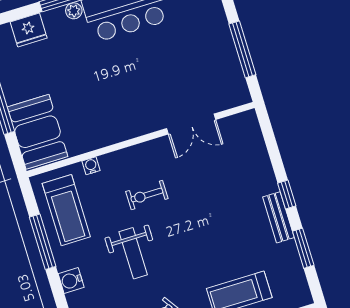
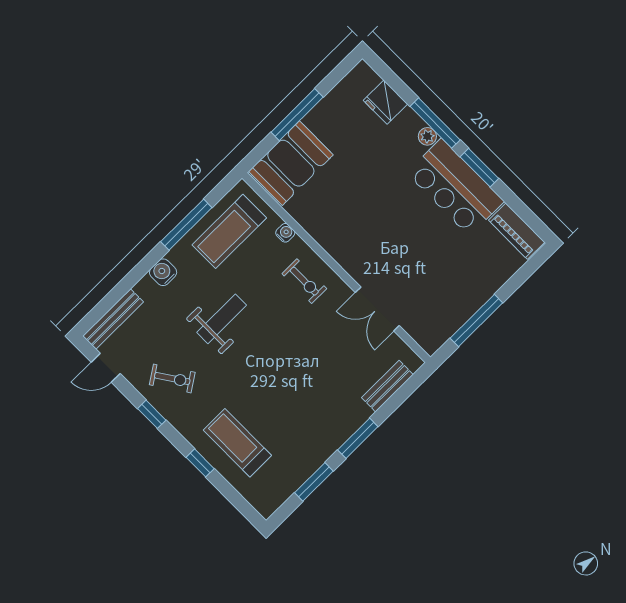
exercise bike: (147, 195) -> (304, 281), moved, turned 180
window: (287, 195) -> (358, 438), width x1.50
bench: (278, 217) -> (387, 386), moved
weight bench: (133, 253) -> (222, 319), turned 180

